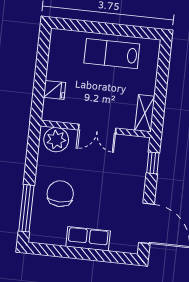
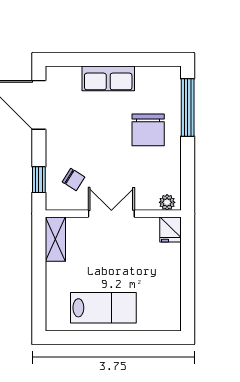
fridge: (55, 90) -> (171, 230), moved, turned -90
plant: (56, 140) -> (167, 202), width x0.53, depth x0.53
chair: (125, 160) -> (74, 180), added

